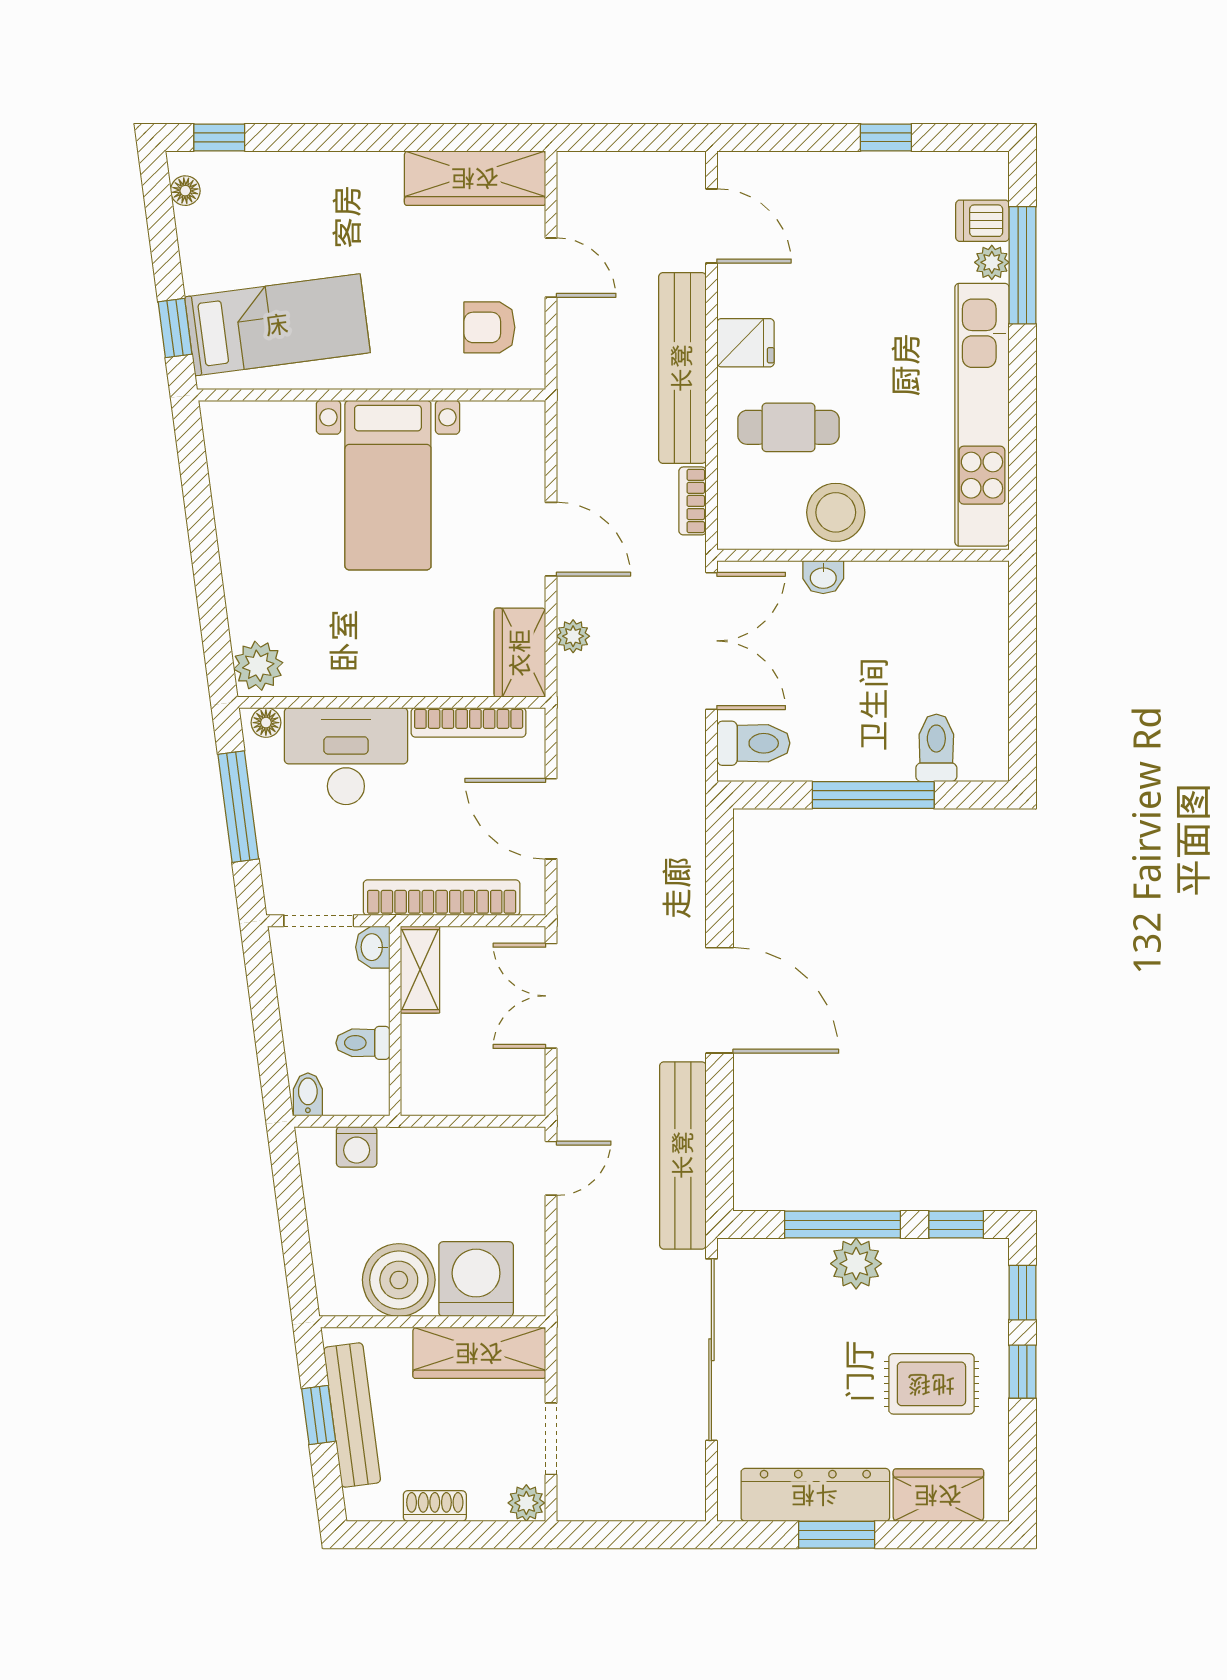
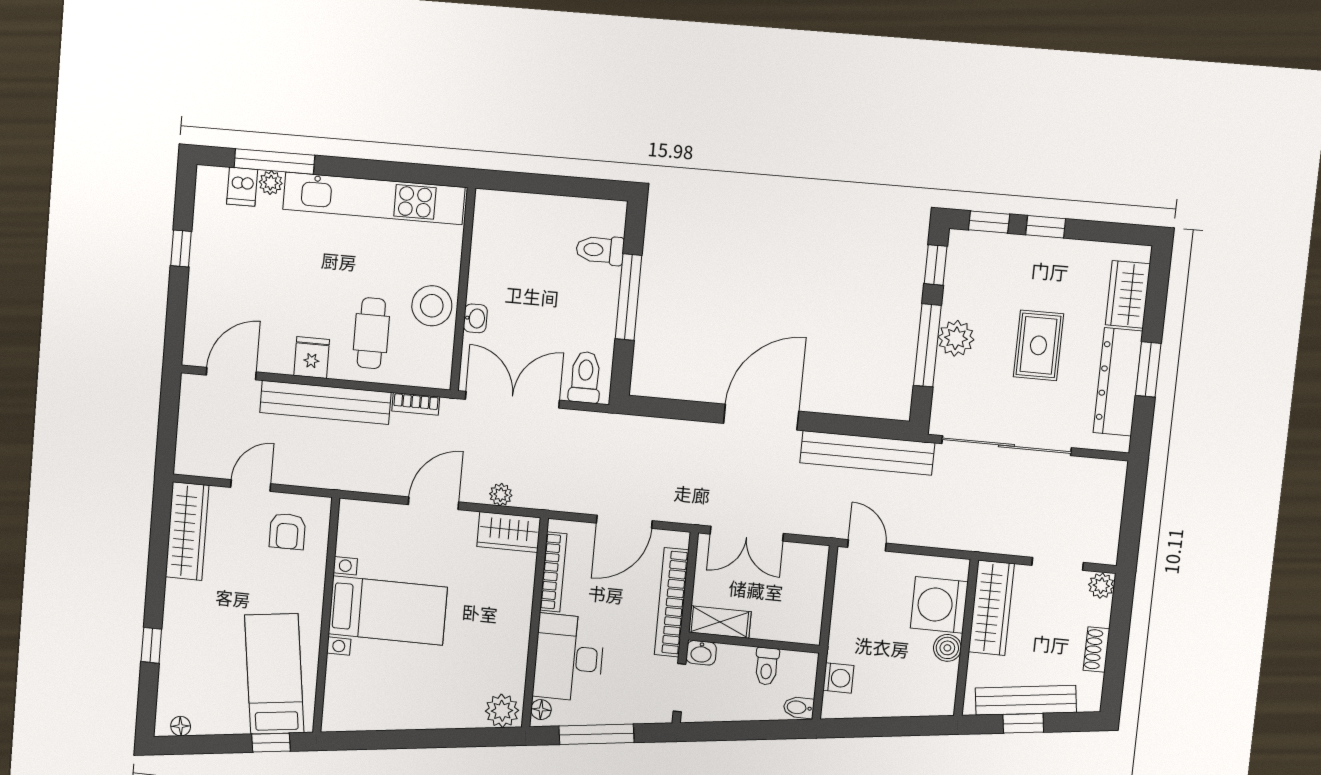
window: (219, 137) -> (151, 645), moved
boiler: (399, 1280) -> (947, 648), width x0.54, depth x0.54
rug: (931, 1384) -> (1038, 345), moved

